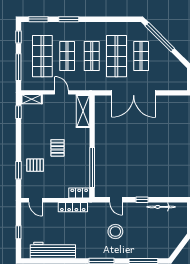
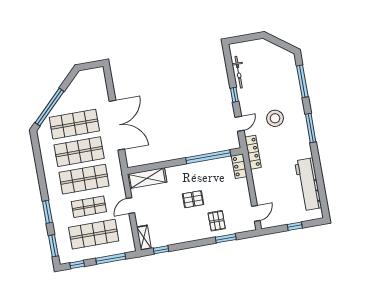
shop shelf: (92, 56) -> (84, 179), width x1.43, depth x1.36
shop shelf: (141, 56) -> (74, 124), width x1.43, depth x1.36
locker: (73, 207) -> (253, 152), moved

